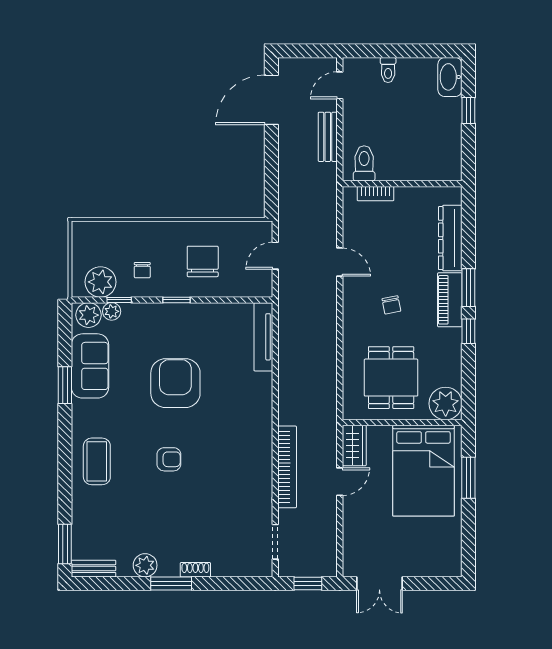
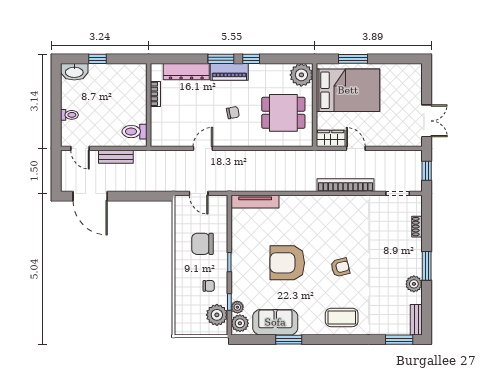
bookcase: (375, 194) -> (155, 94), moved
armchair: (169, 459) -> (340, 267), turned 76
shoe rack: (195, 570) -> (417, 227), moved

